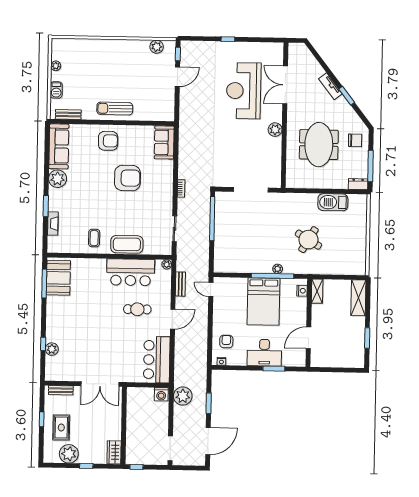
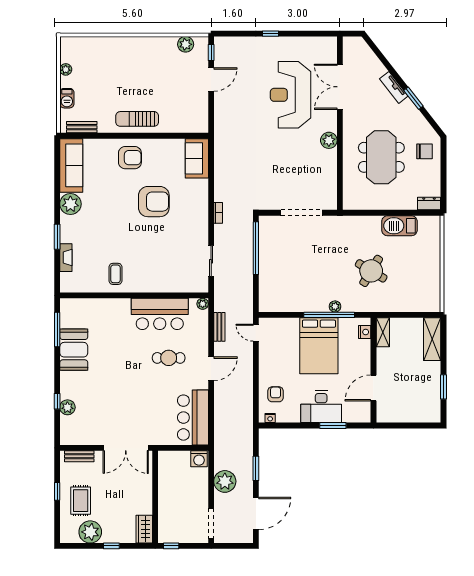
window: (370, 166) -> (443, 182), removed
coffee table: (127, 244) -> (155, 281), removed
booth: (58, 278) -> (74, 350), moved
plant: (183, 396) -> (225, 481), moved

